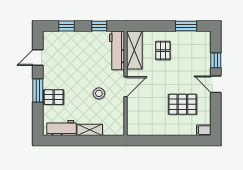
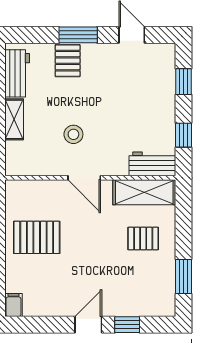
workbench: (117, 50) -> (152, 164), width x0.73
pallet: (182, 104) -> (37, 237), moved, turned 90

